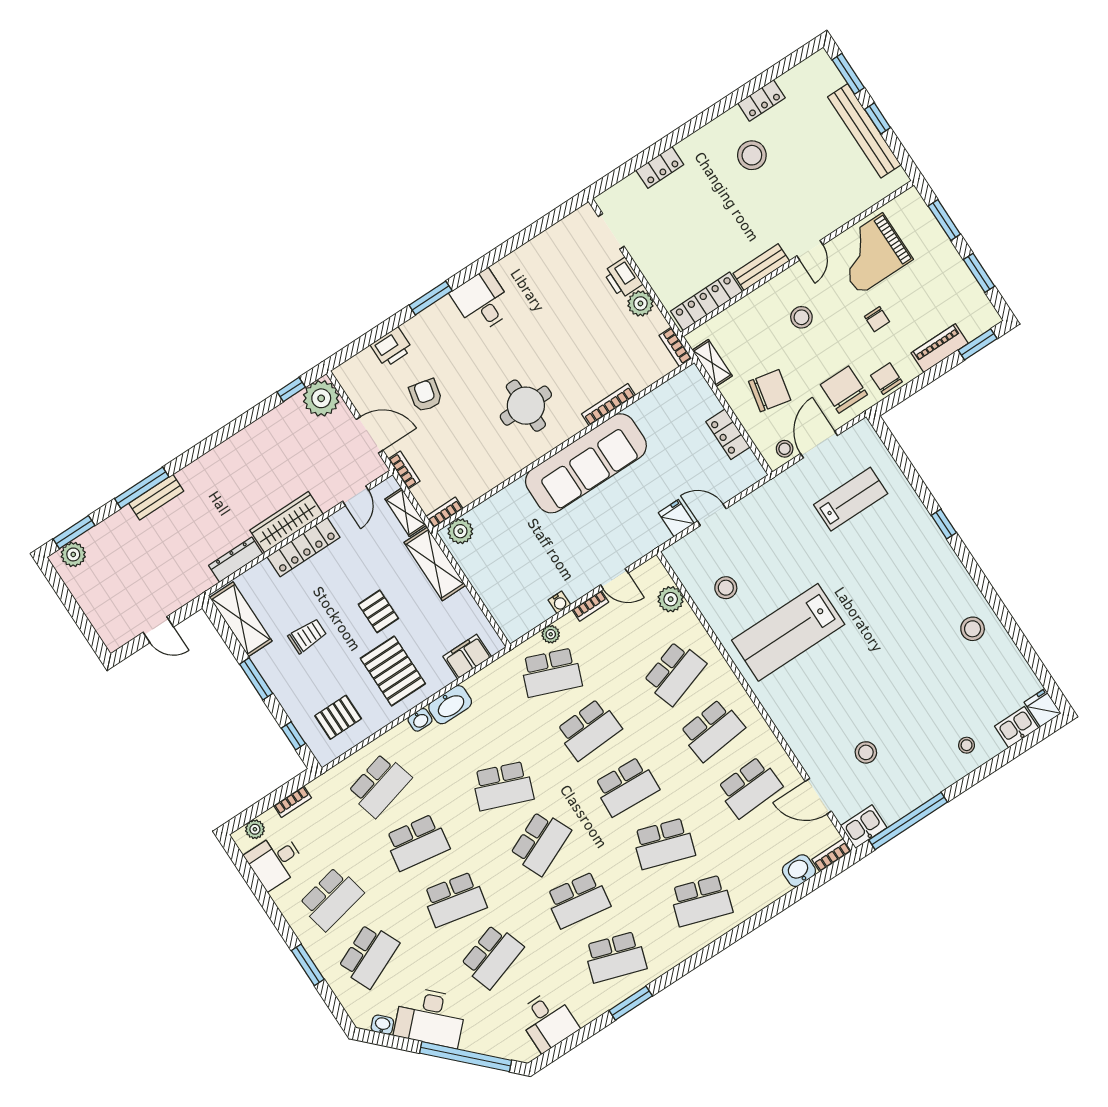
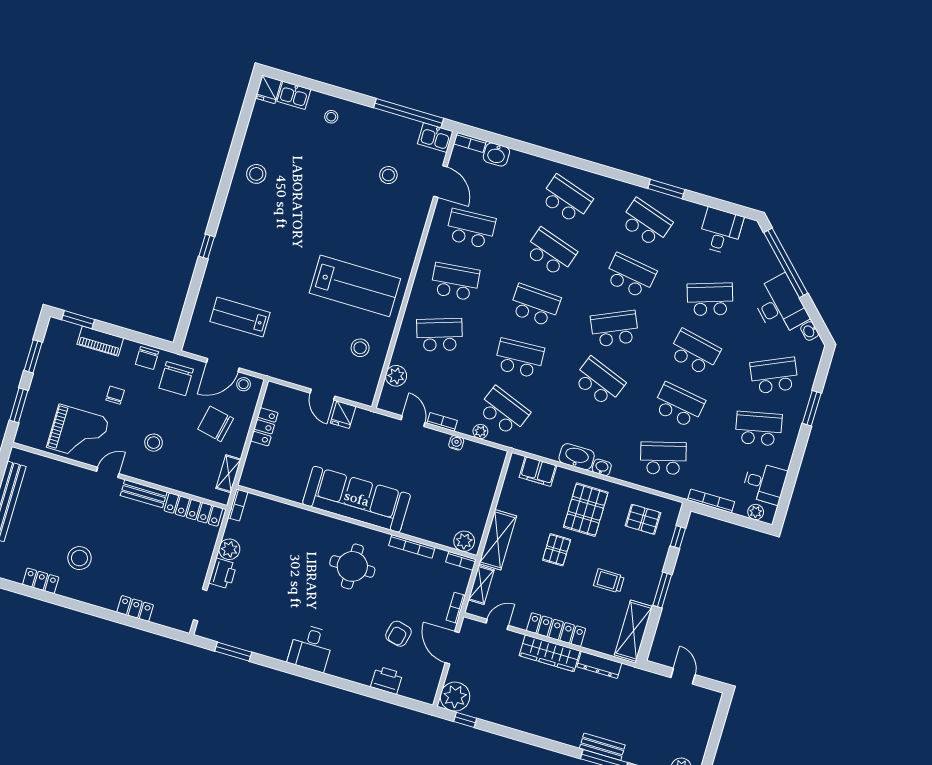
window: (431, 298) -> (233, 652), moved
bookcase: (608, 405) -> (412, 546), moved
bookcase: (293, 802) -> (711, 501), width x1.56

